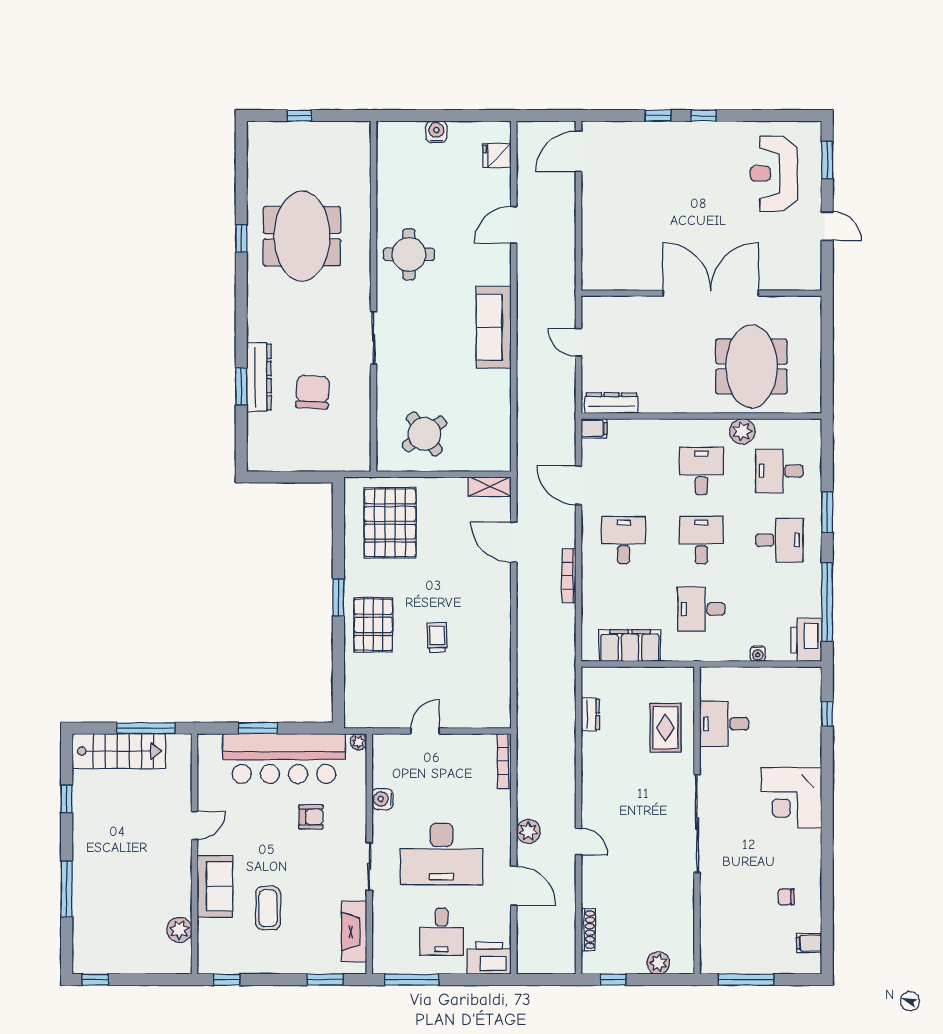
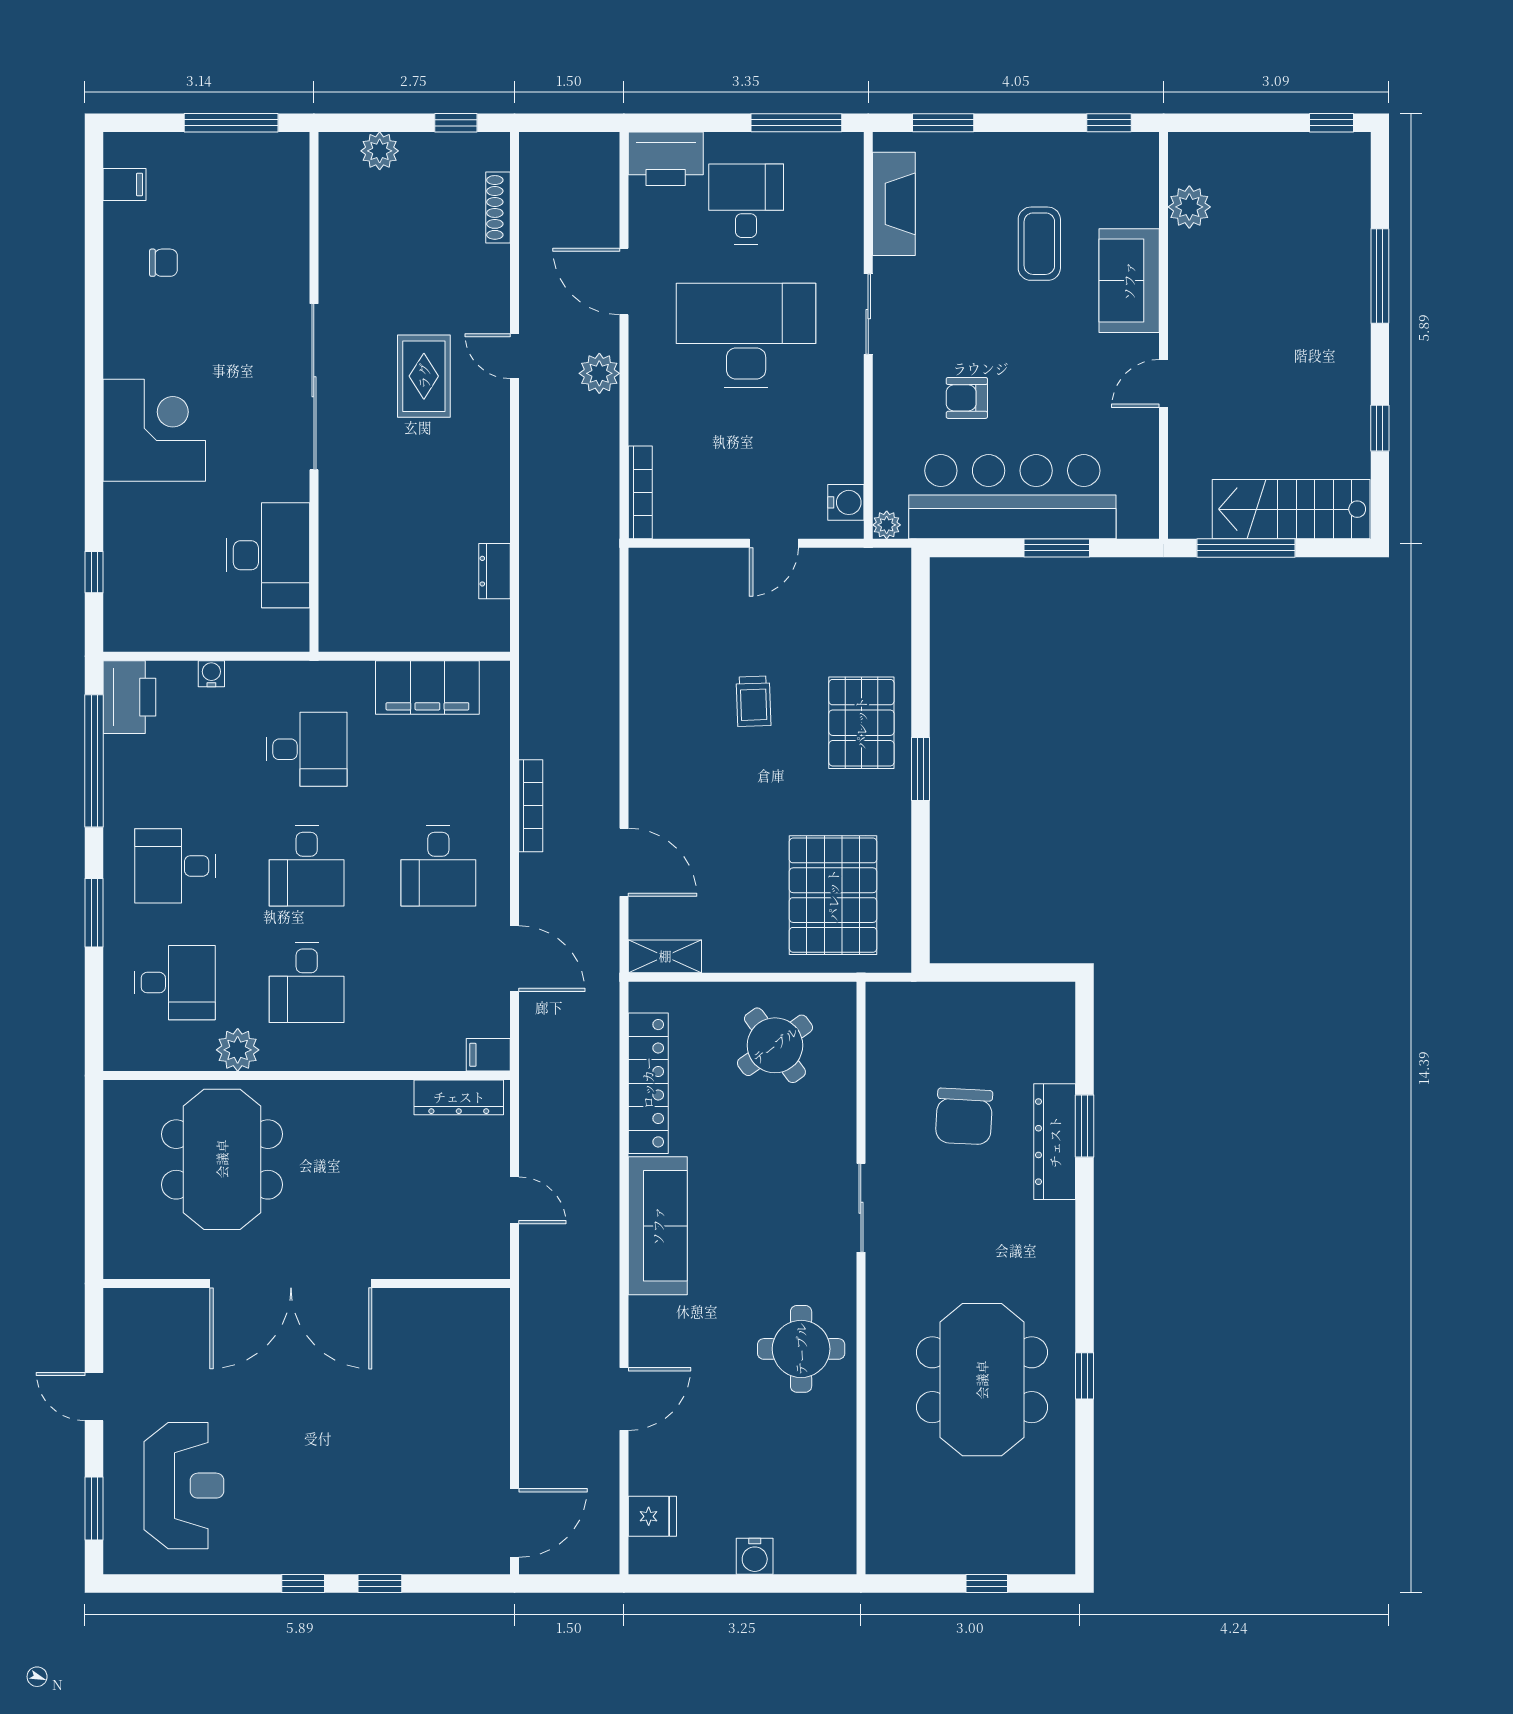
locker: (499, 412) -> (648, 1083), added
desk: (724, 724) -> (268, 555), width x1.37
rug: (665, 728) -> (424, 376), moved
water cooler: (382, 799) -> (846, 502), moved

